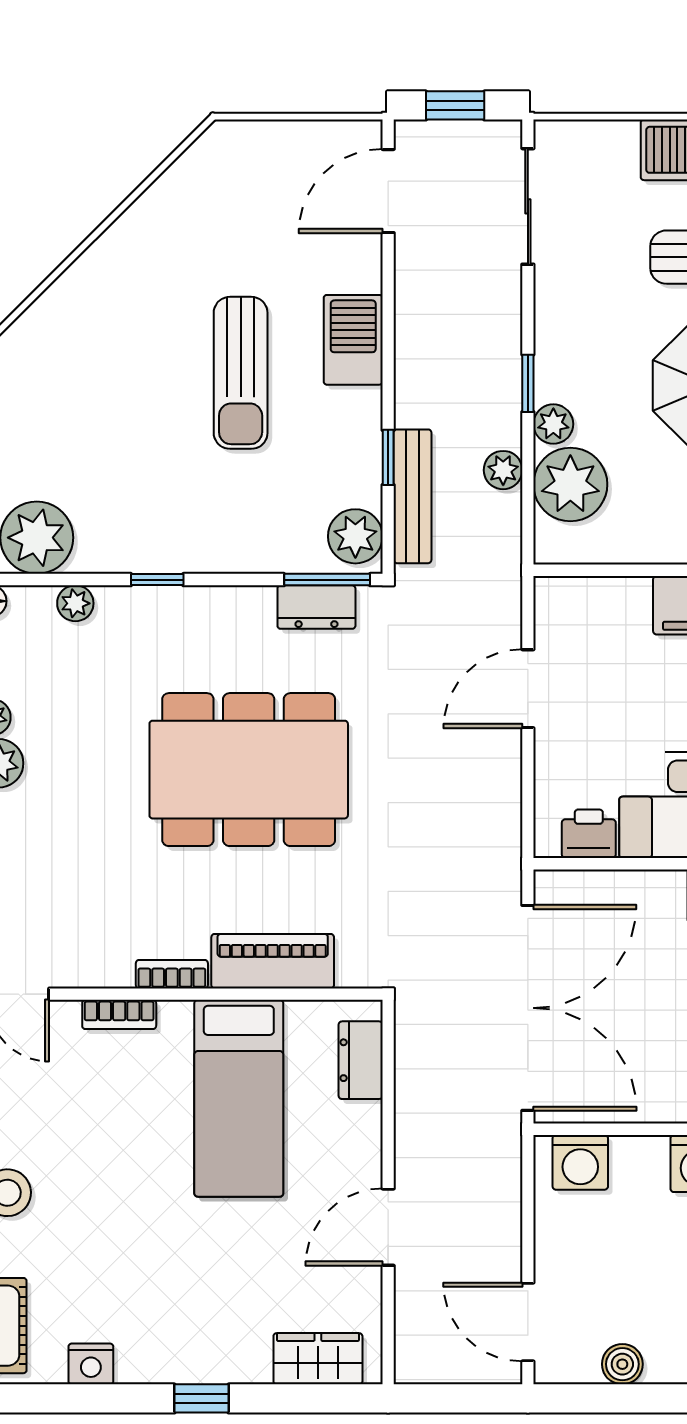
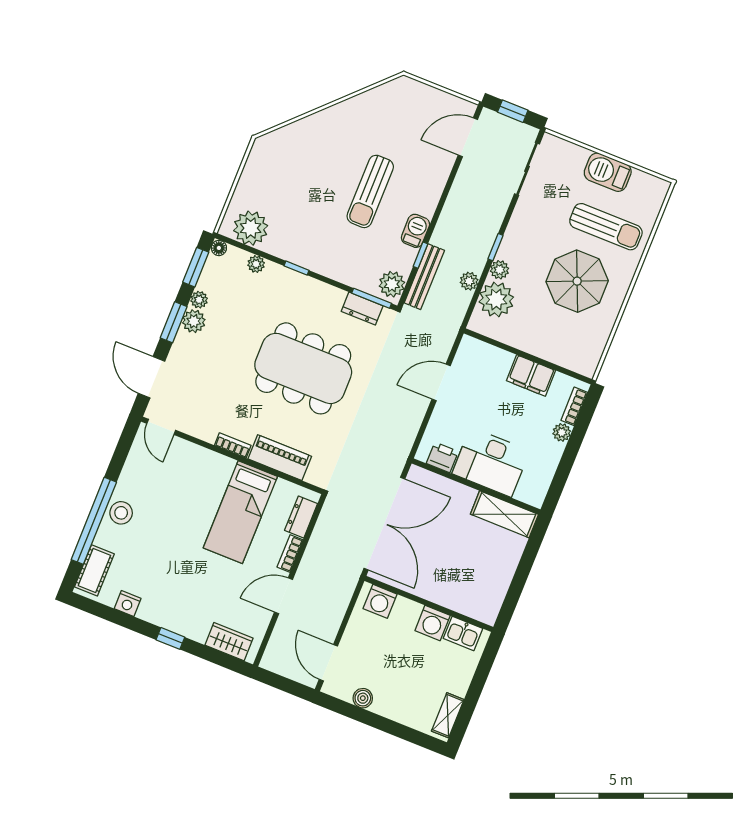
barbecue: (353, 340) -> (415, 231), moved, width x0.73, depth x0.79
bookcase: (119, 1014) -> (290, 554), moved, turned 90

